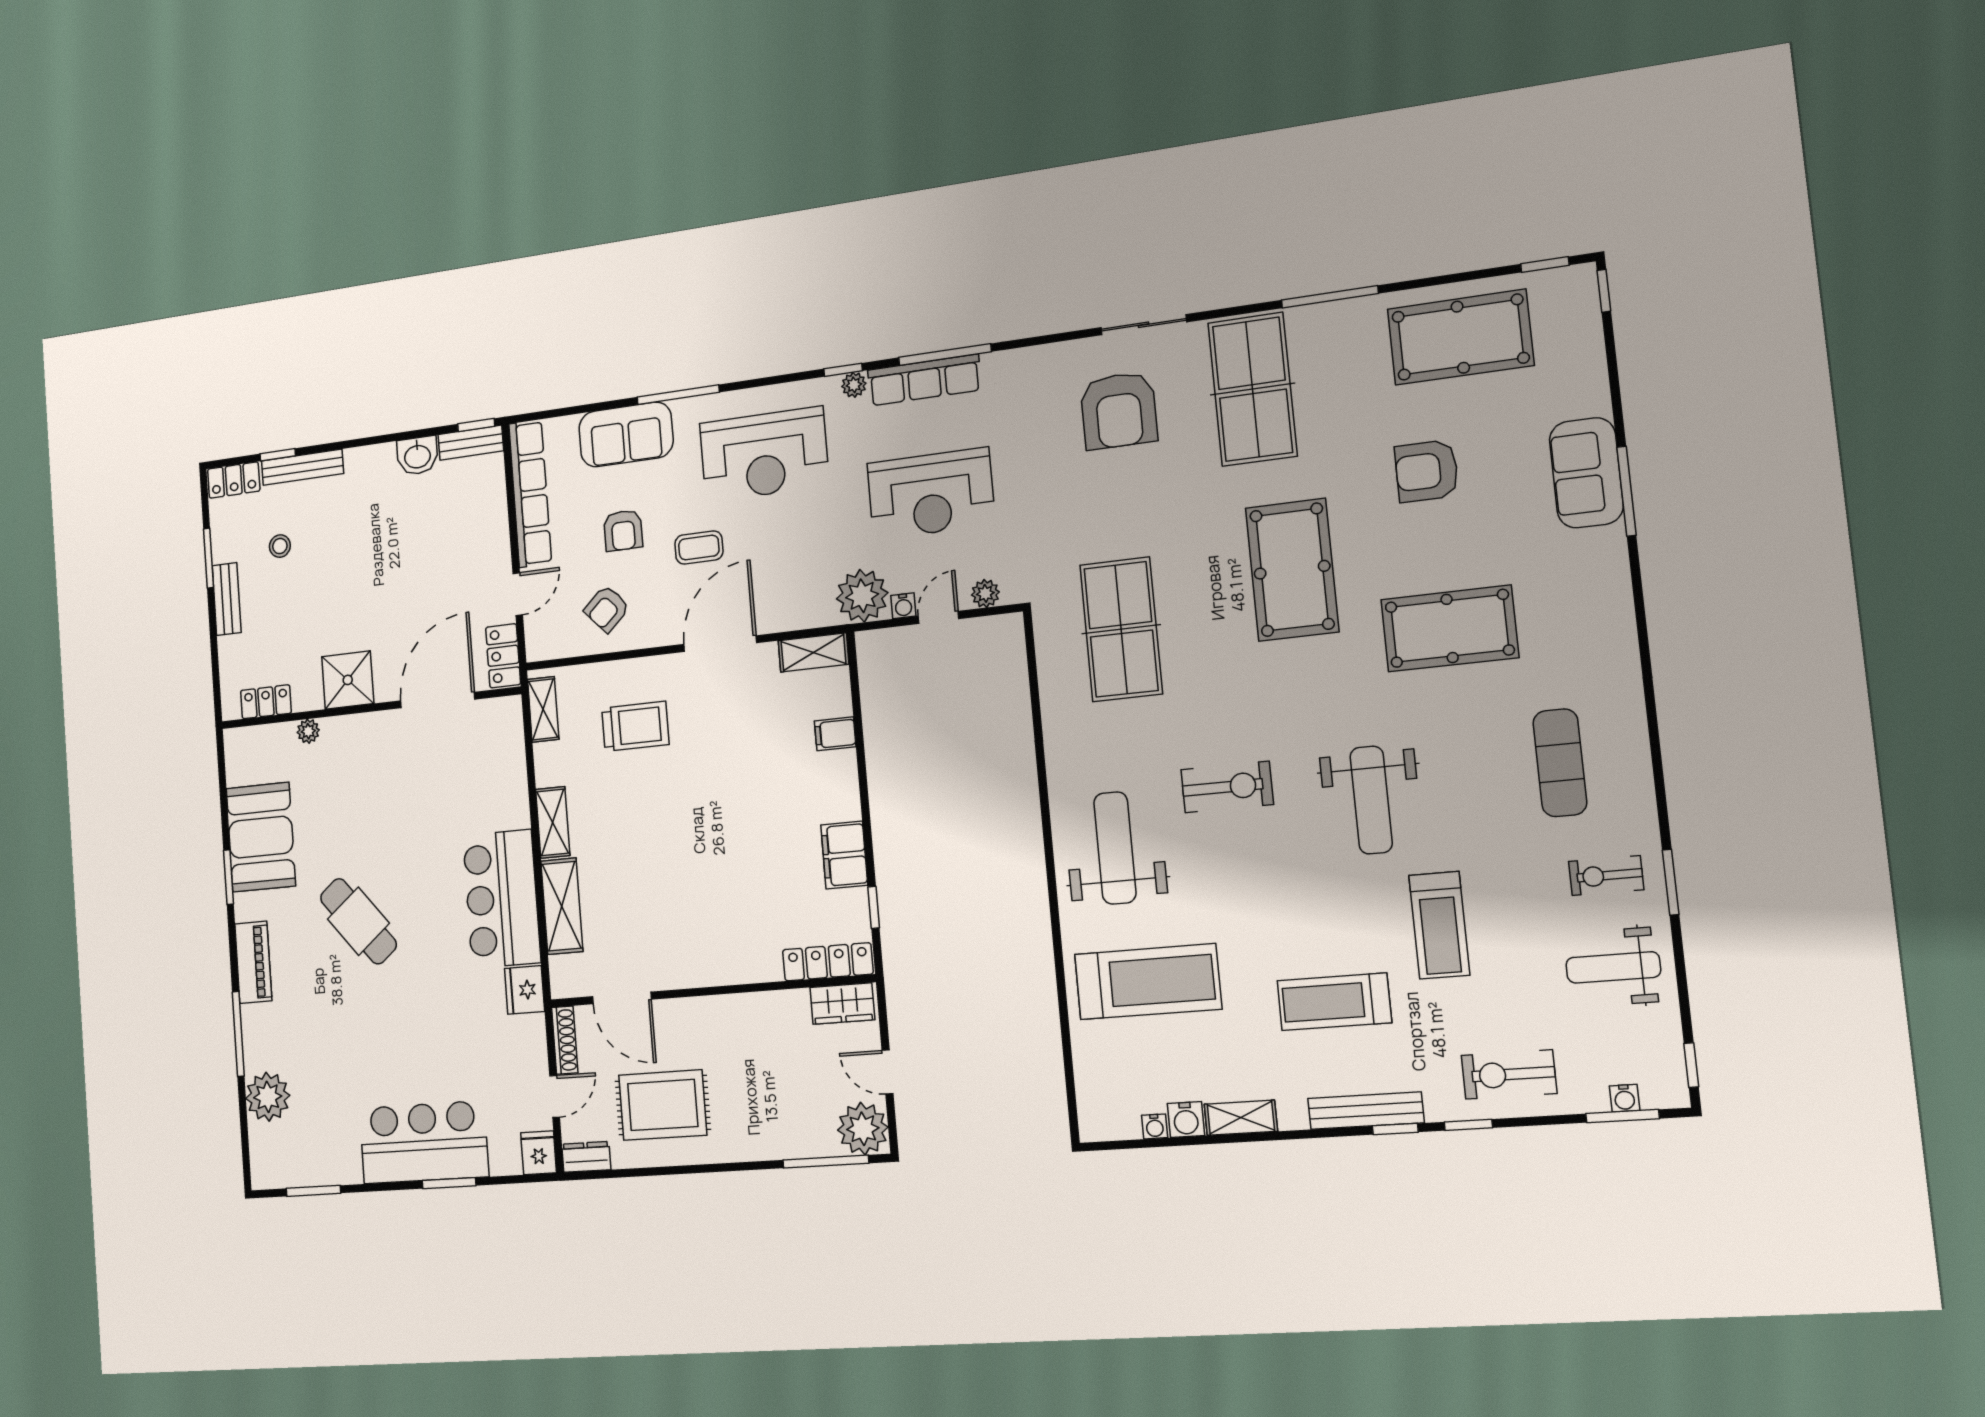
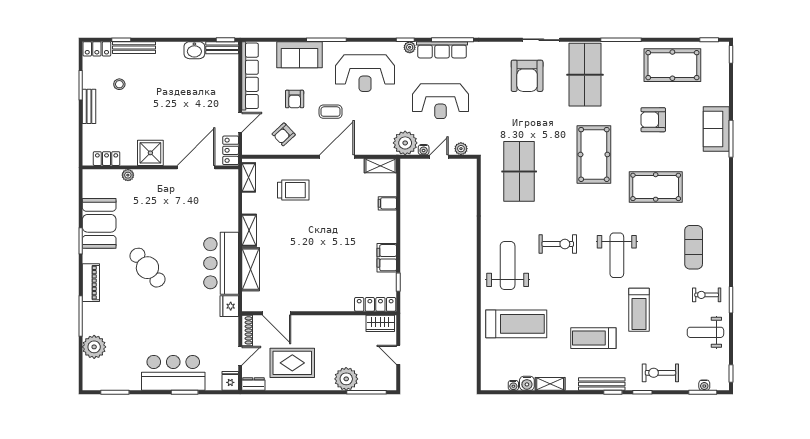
plant: (863, 1129) -> (346, 379), moved

